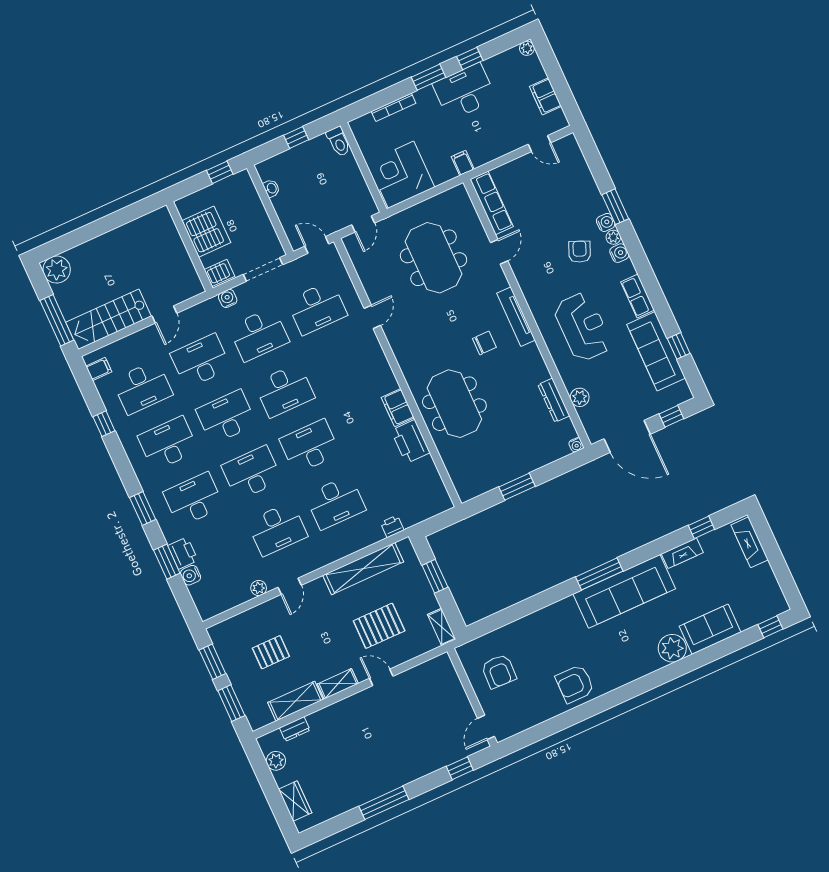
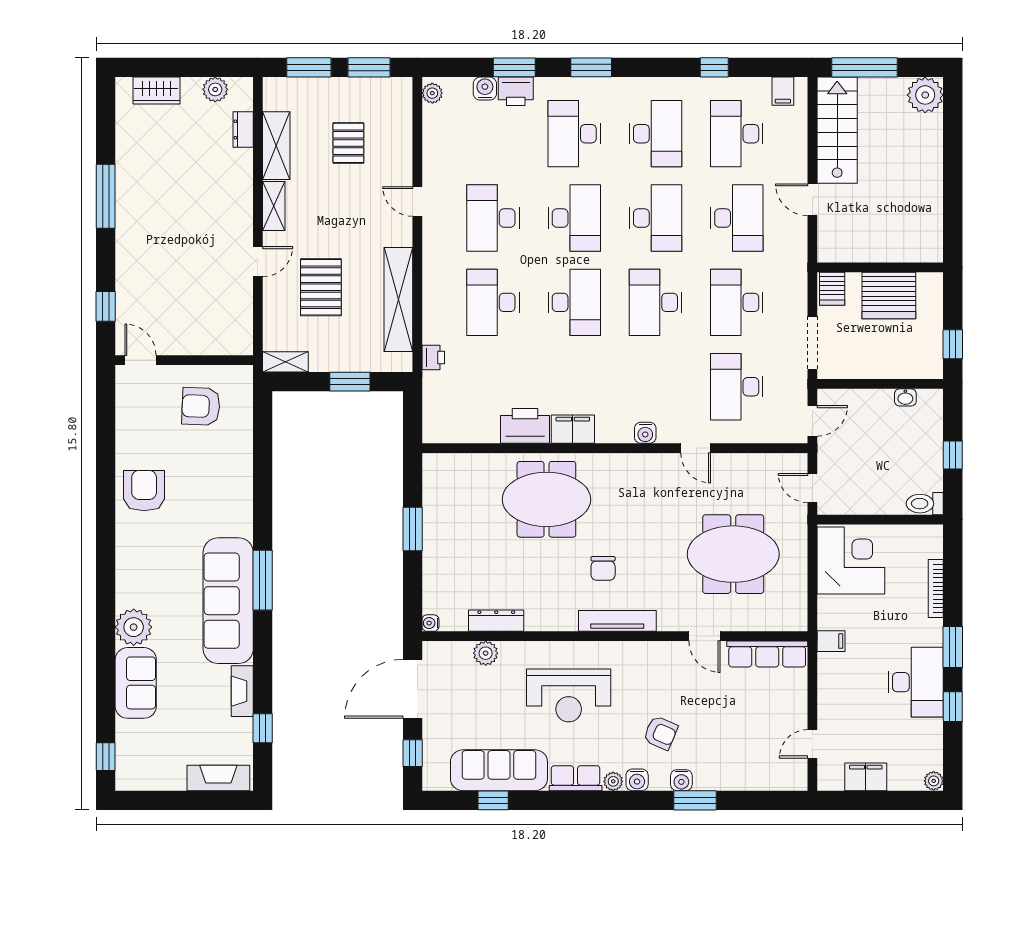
plant: (613, 237) -> (613, 781), moved
water cooler: (228, 298) -> (645, 433), moved, turned 90
desk: (194, 499) -> (574, 134), turned 180
plant: (259, 588) -> (432, 93), moved

